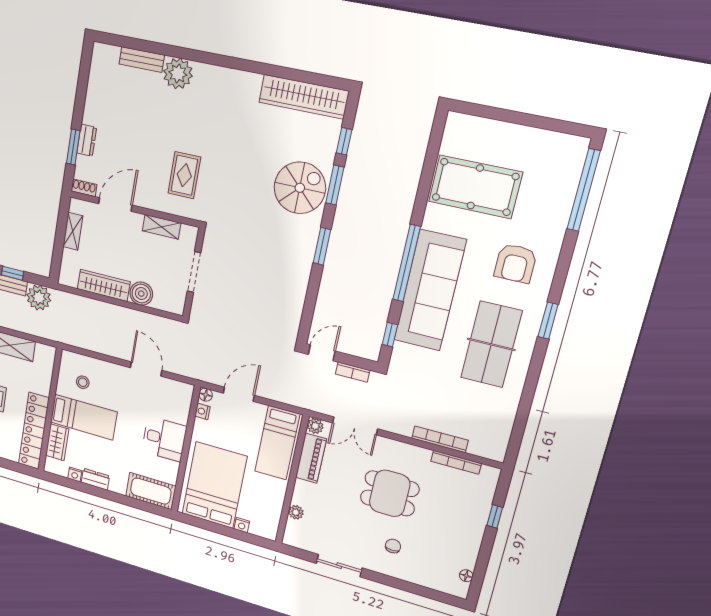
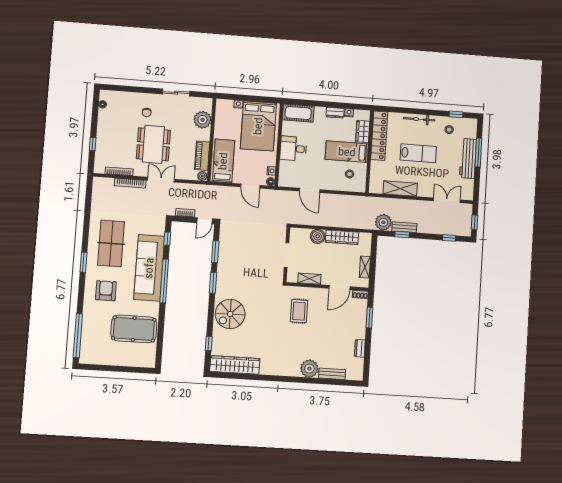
dresser: (87, 140) -> (360, 348), moved
window: (335, 185) -> (215, 252), moved
door: (239, 394) -> (250, 186), hinge flipped
double door: (355, 426) -> (161, 180), moved
dining table: (390, 493) -> (153, 144), width x1.37
plant: (296, 512) -> (203, 120), width x1.88, depth x1.88

